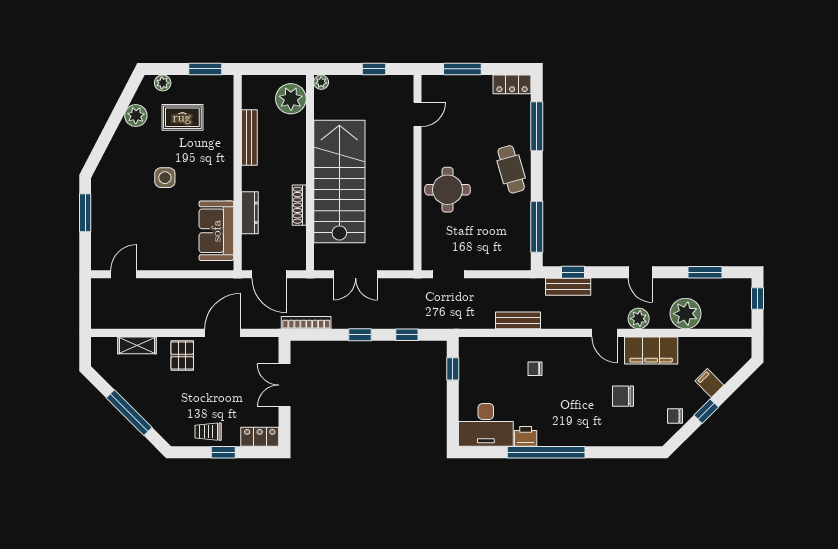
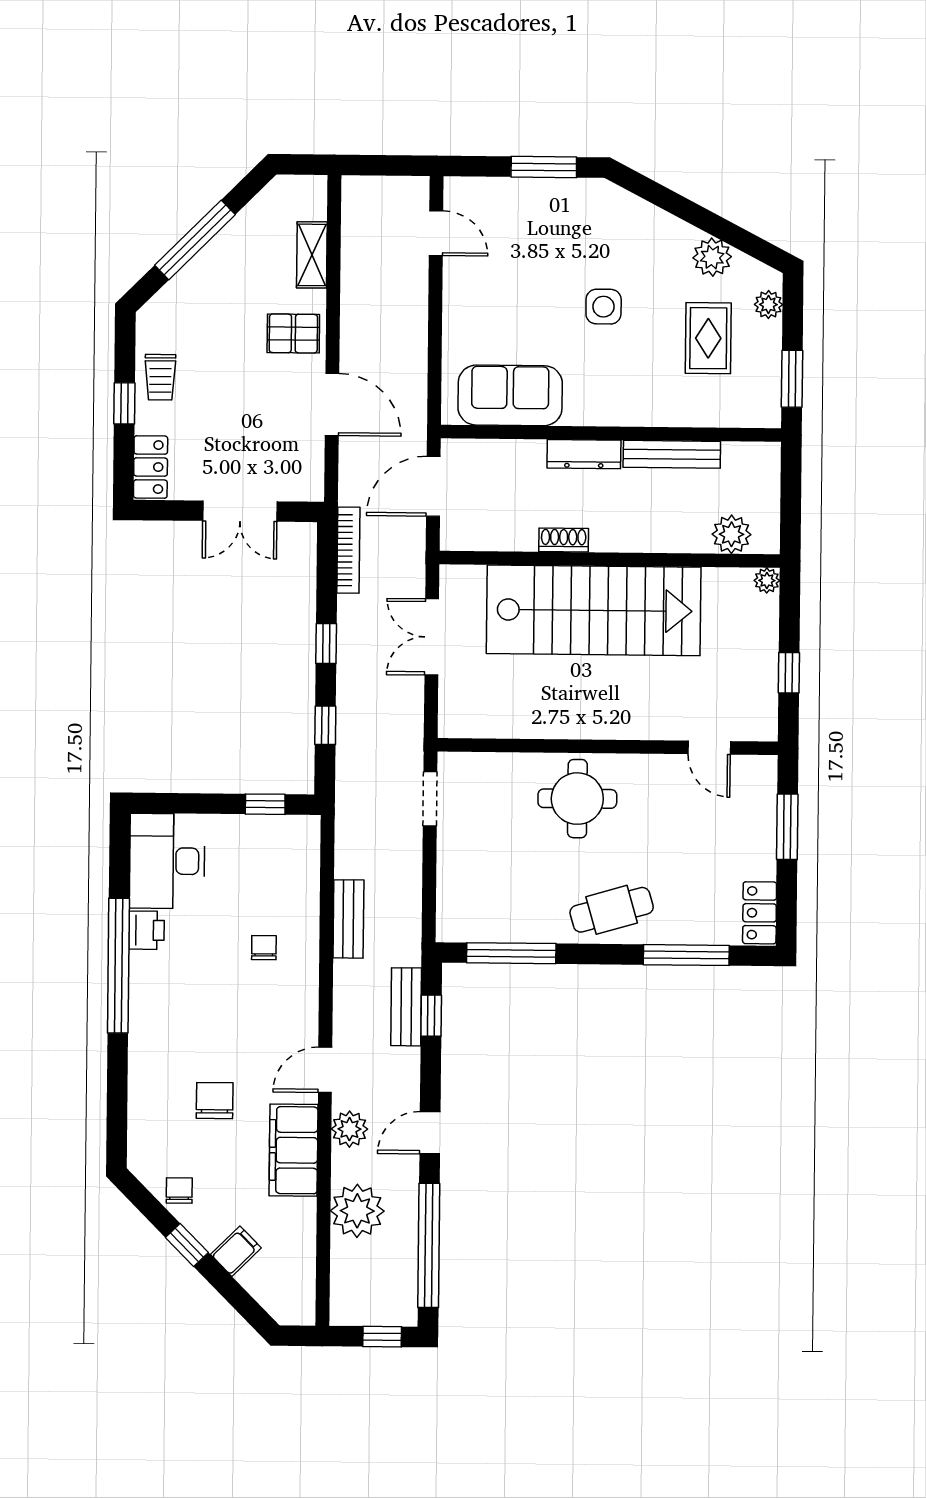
plant: (291, 99) -> (731, 534), width x0.73, depth x0.73
shoe rack: (299, 205) -> (564, 540), width x0.70
dresser: (250, 213) -> (584, 454), moved
window: (705, 272) -> (429, 1245), width x2.11
double door: (285, 385) -> (240, 511), swing flipped
trolley: (208, 432) -> (160, 377), turned 180

